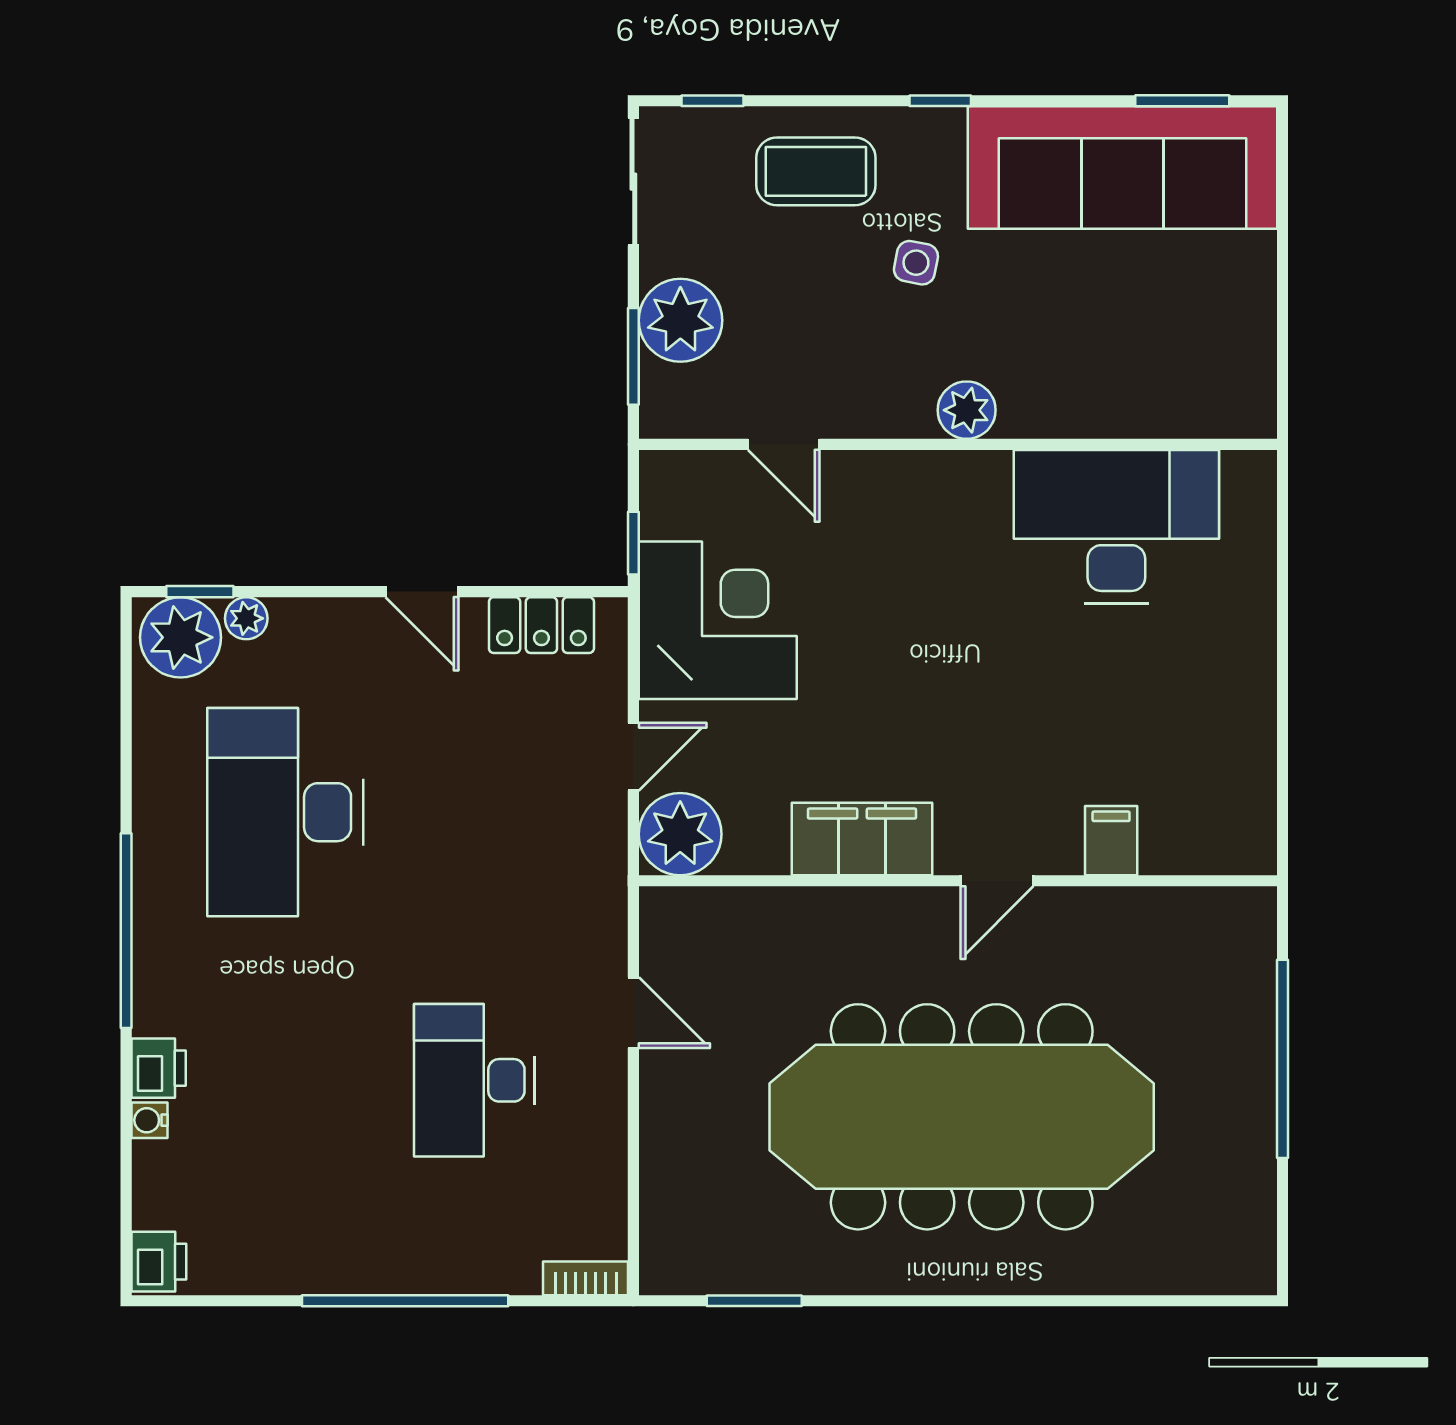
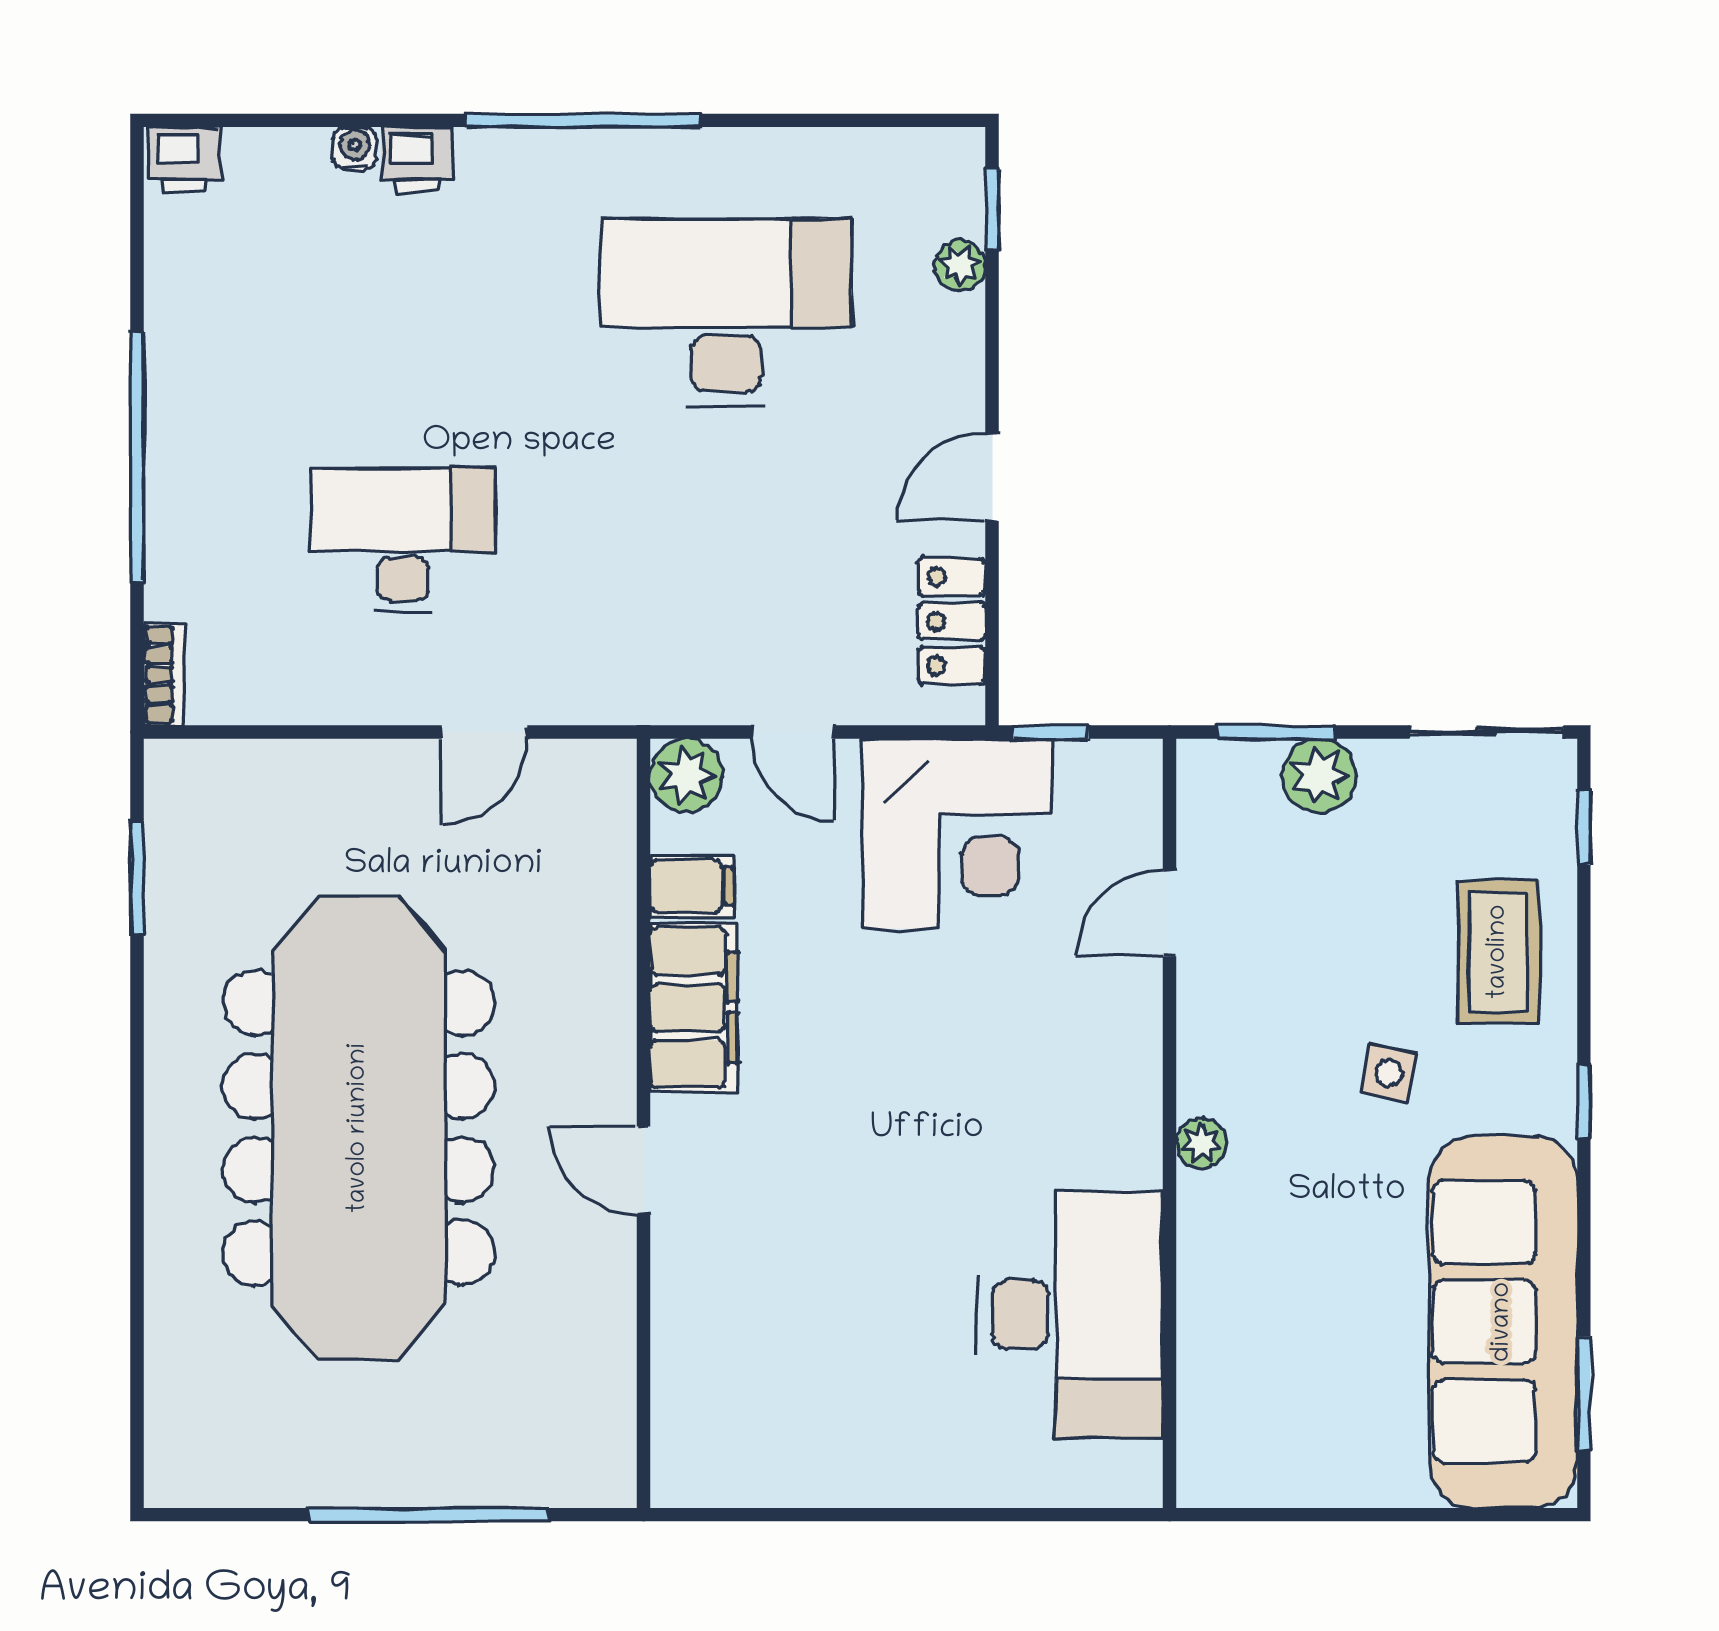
plant: (680, 320) -> (1319, 775), width x0.73, depth x0.73
plant: (967, 410) -> (1201, 1143), width x0.73, depth x0.73
plant: (180, 637) -> (937, 186), removed
plant: (680, 834) -> (687, 775), width x0.73, depth x0.73
filing cabinet: (1111, 841) -> (692, 886), moved

